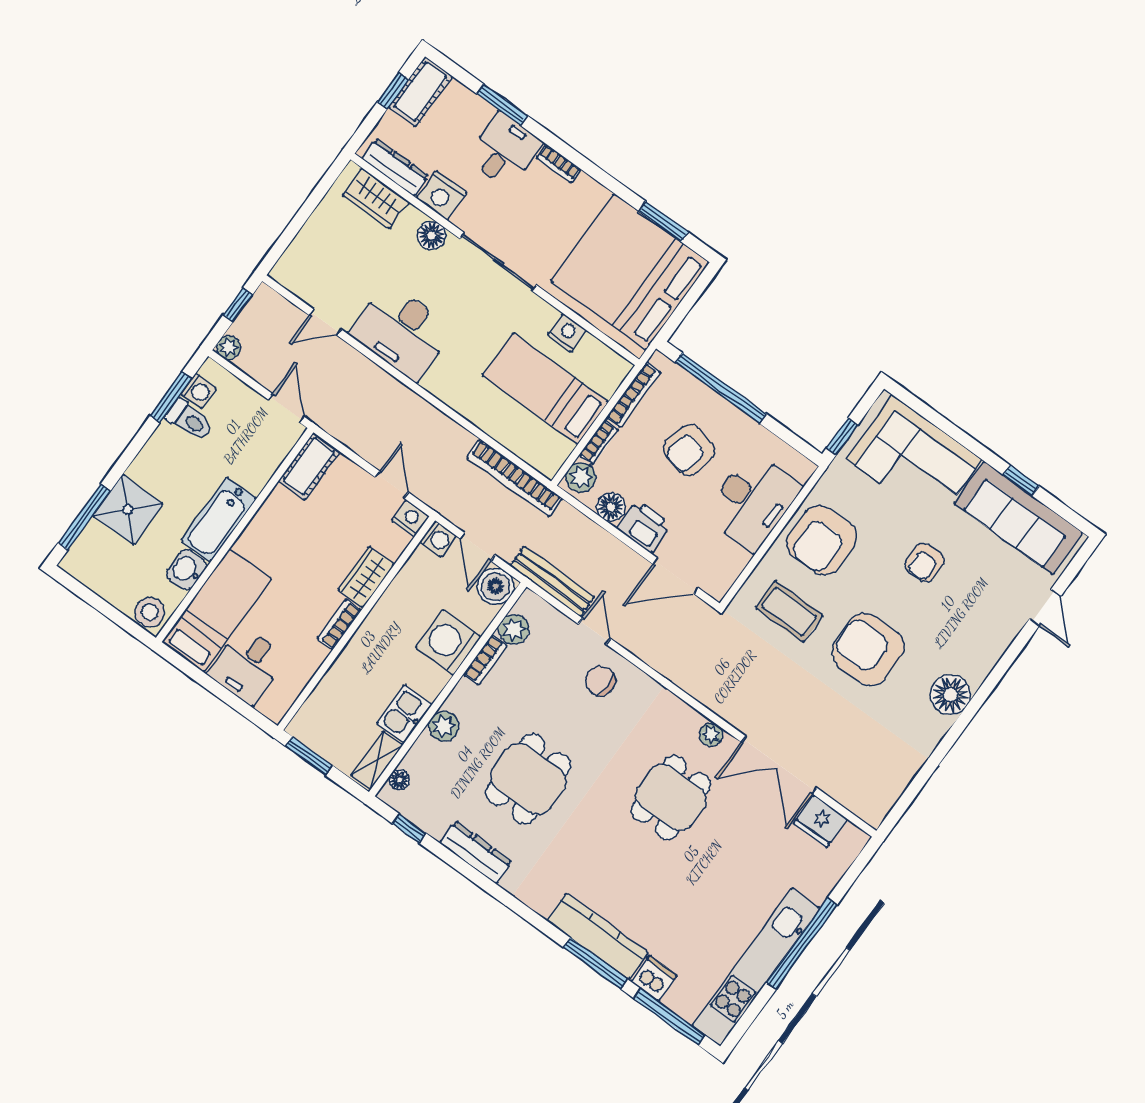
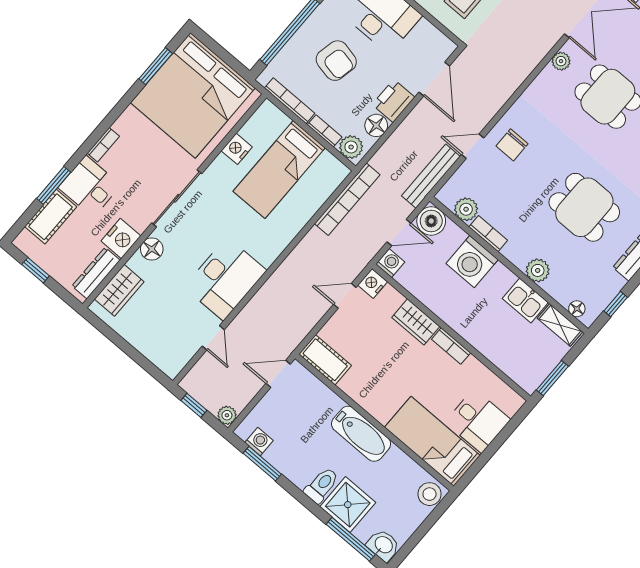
cot: (420, 91) -> (51, 217), moved, turned 90
toilet: (189, 420) -> (322, 485), moved
washbasin: (186, 570) -> (383, 545), moved, turned 180

